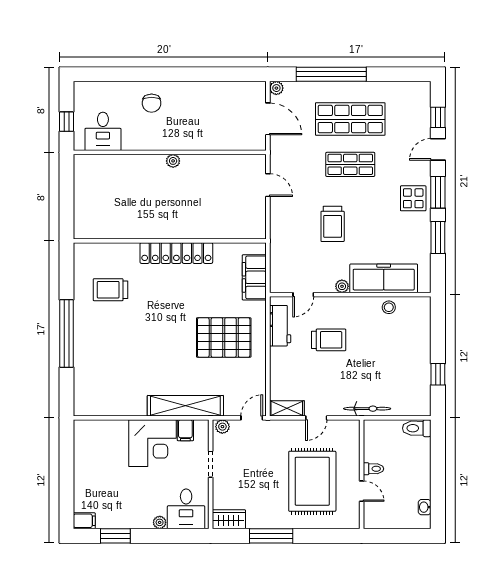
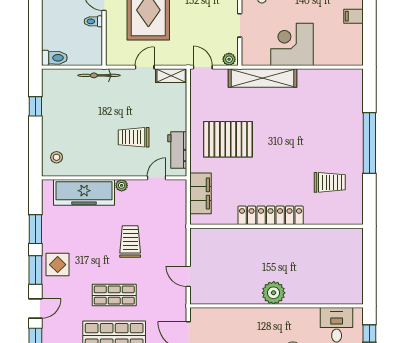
plant: (173, 161) -> (274, 293), width x1.88, depth x1.88
stool: (389, 307) -> (57, 157), moved
door: (252, 418) -> (203, 67), swing flipped
filing cabinet: (185, 430) -> (353, 16), moved, turned -90

